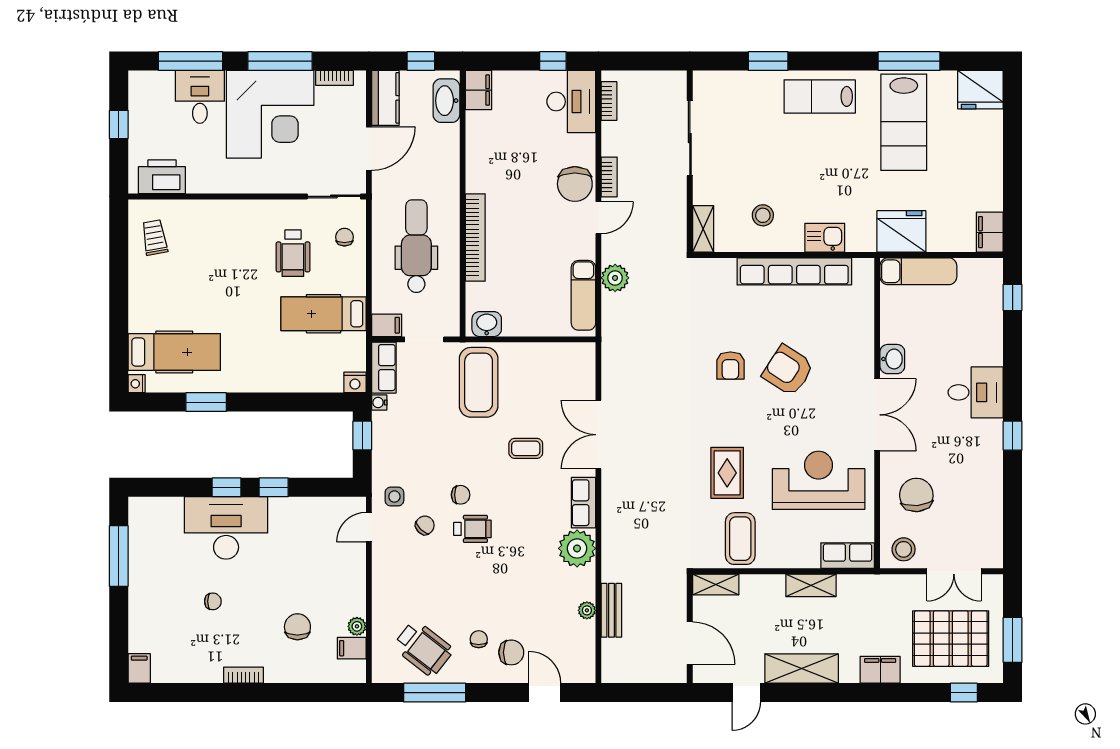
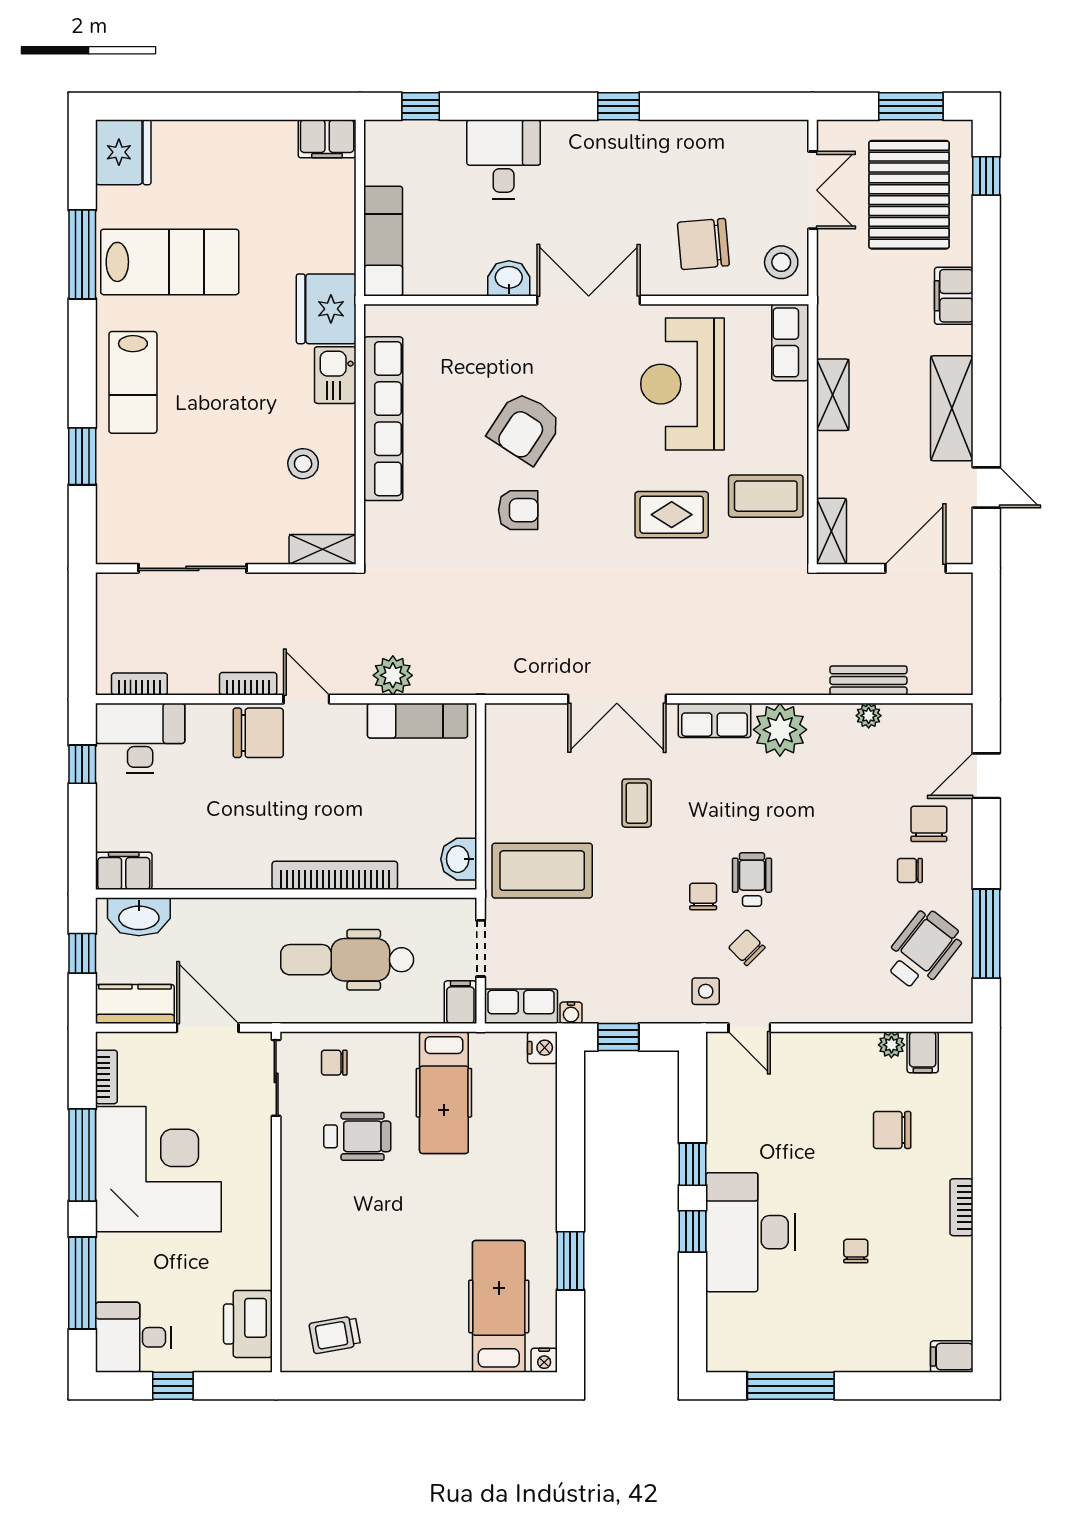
desk: (200, 97) -> (134, 1337), moved
fridge: (901, 231) -> (326, 309), moved
desk: (976, 392) -> (504, 159), moved

